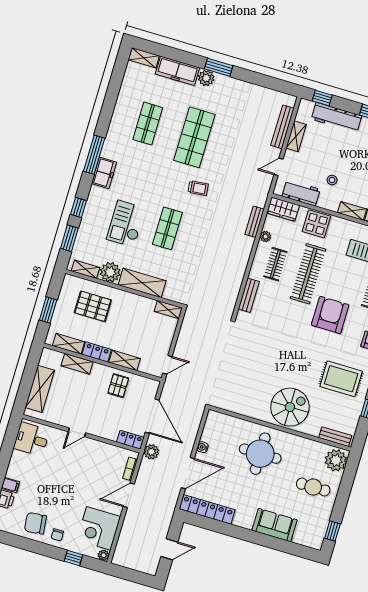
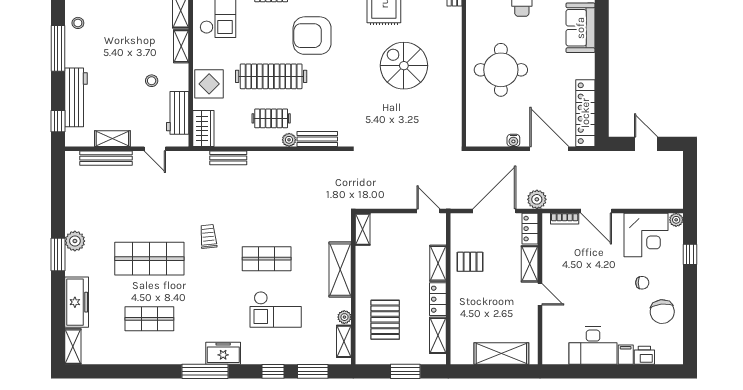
plant: (206, 78) -> (75, 241), moved
plant: (265, 236) -> (289, 140), moved
plant: (110, 272) -> (344, 317), width x0.53, depth x0.53
shelving: (77, 364) -> (530, 264), moved
spiral stairs: (290, 407) -> (404, 66), moved
desk: (32, 439) -> (593, 346), moved, width x1.37
chair: (57, 535) -> (642, 283), moved

